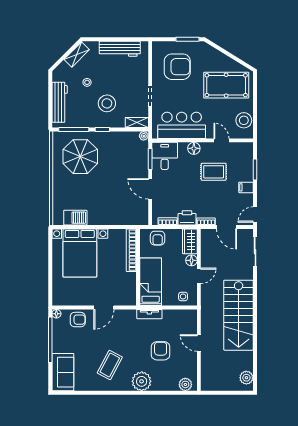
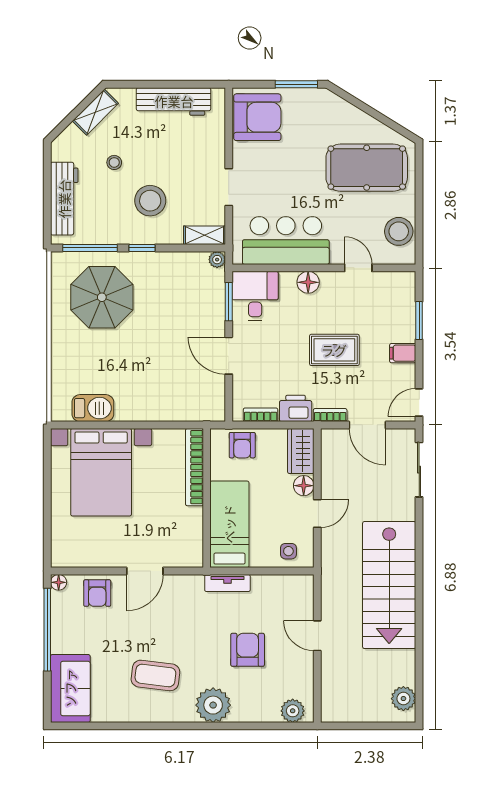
armchair: (177, 67) -> (257, 117), moved
rug: (214, 172) -> (334, 350), moved
armchair: (78, 320) -> (97, 593), turned 90
coffee table: (110, 365) -> (155, 675), turned 69

